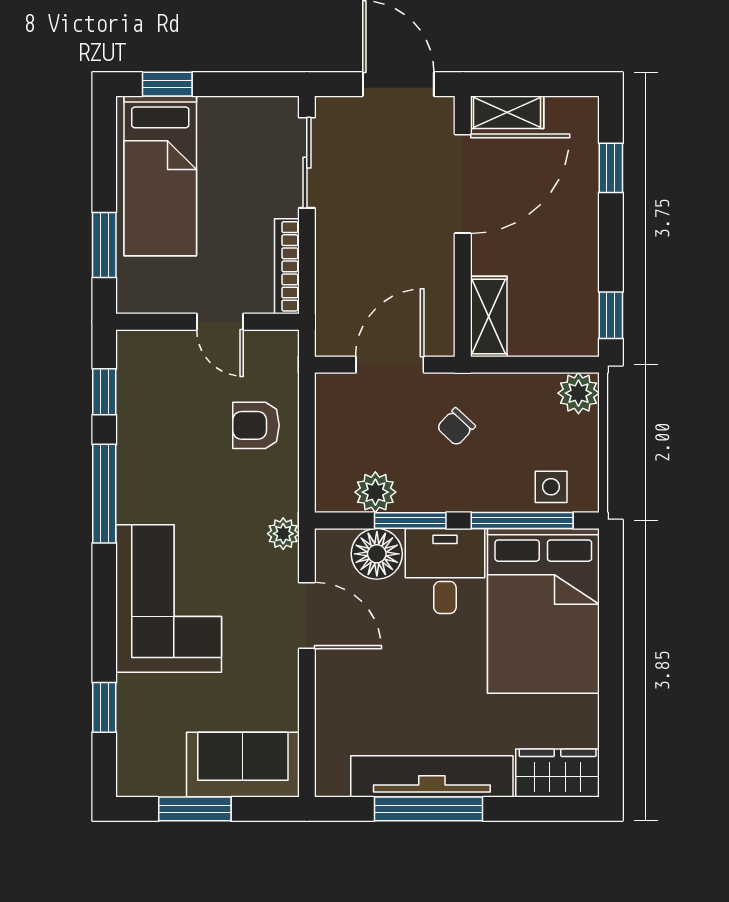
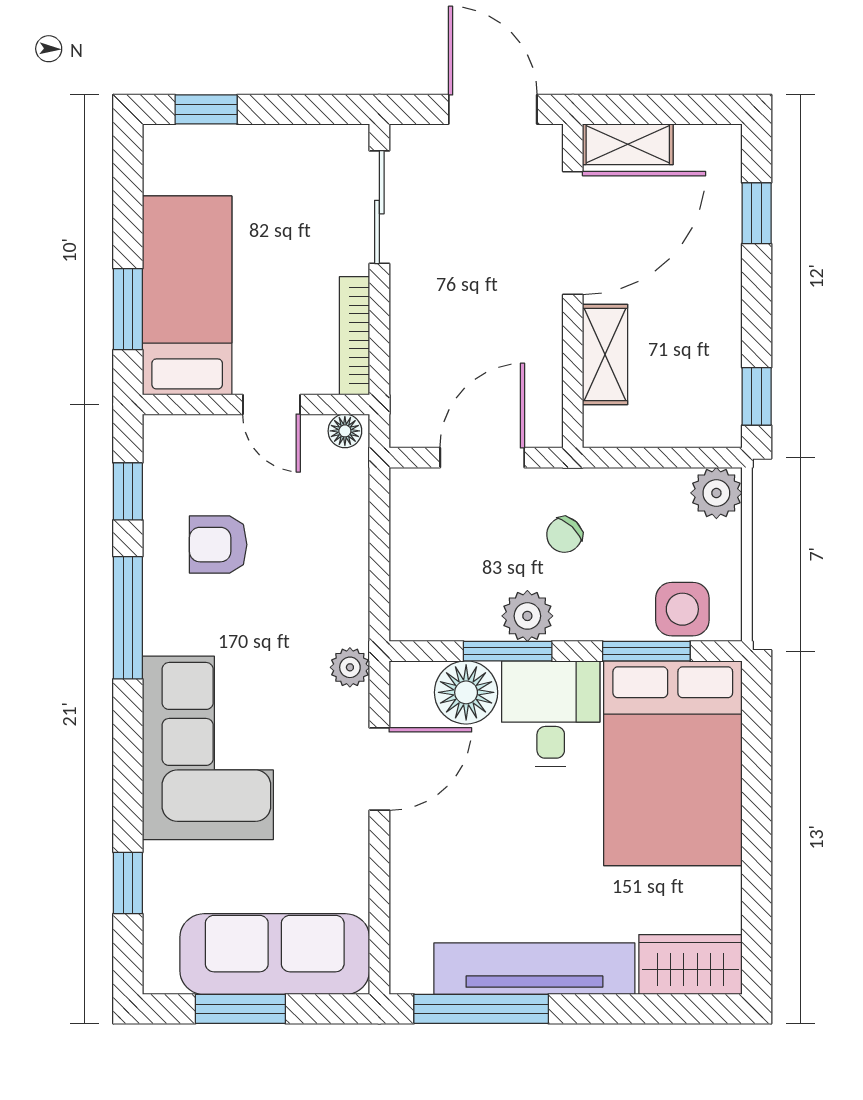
bed: (160, 176) -> (187, 295), moved, turned 180
shelving: (489, 317) -> (605, 354), moved
floor lamp: (279, 343) -> (345, 431), added
armchair: (256, 425) -> (218, 545), moved
side table: (551, 487) -> (682, 609), width x1.37, depth x1.37
plant: (375, 492) -> (527, 616), moved
window: (522, 521) -> (646, 651), width x0.69
door: (307, 616) -> (379, 769), hinge flipped
sofa: (243, 765) -> (275, 954), width x1.36
window: (428, 809) -> (481, 1009), moved

